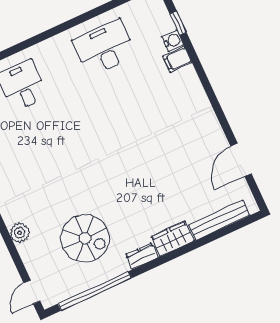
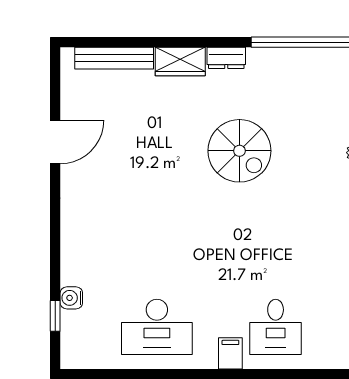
filing cabinet: (177, 59) -> (230, 353), moved, turned -90
door: (241, 160) -> (55, 142), moved
spiral stairs: (85, 238) -> (239, 151), moved, turned 180

